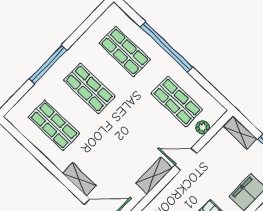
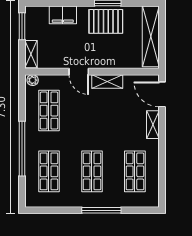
plant: (203, 127) -> (33, 80), moved

